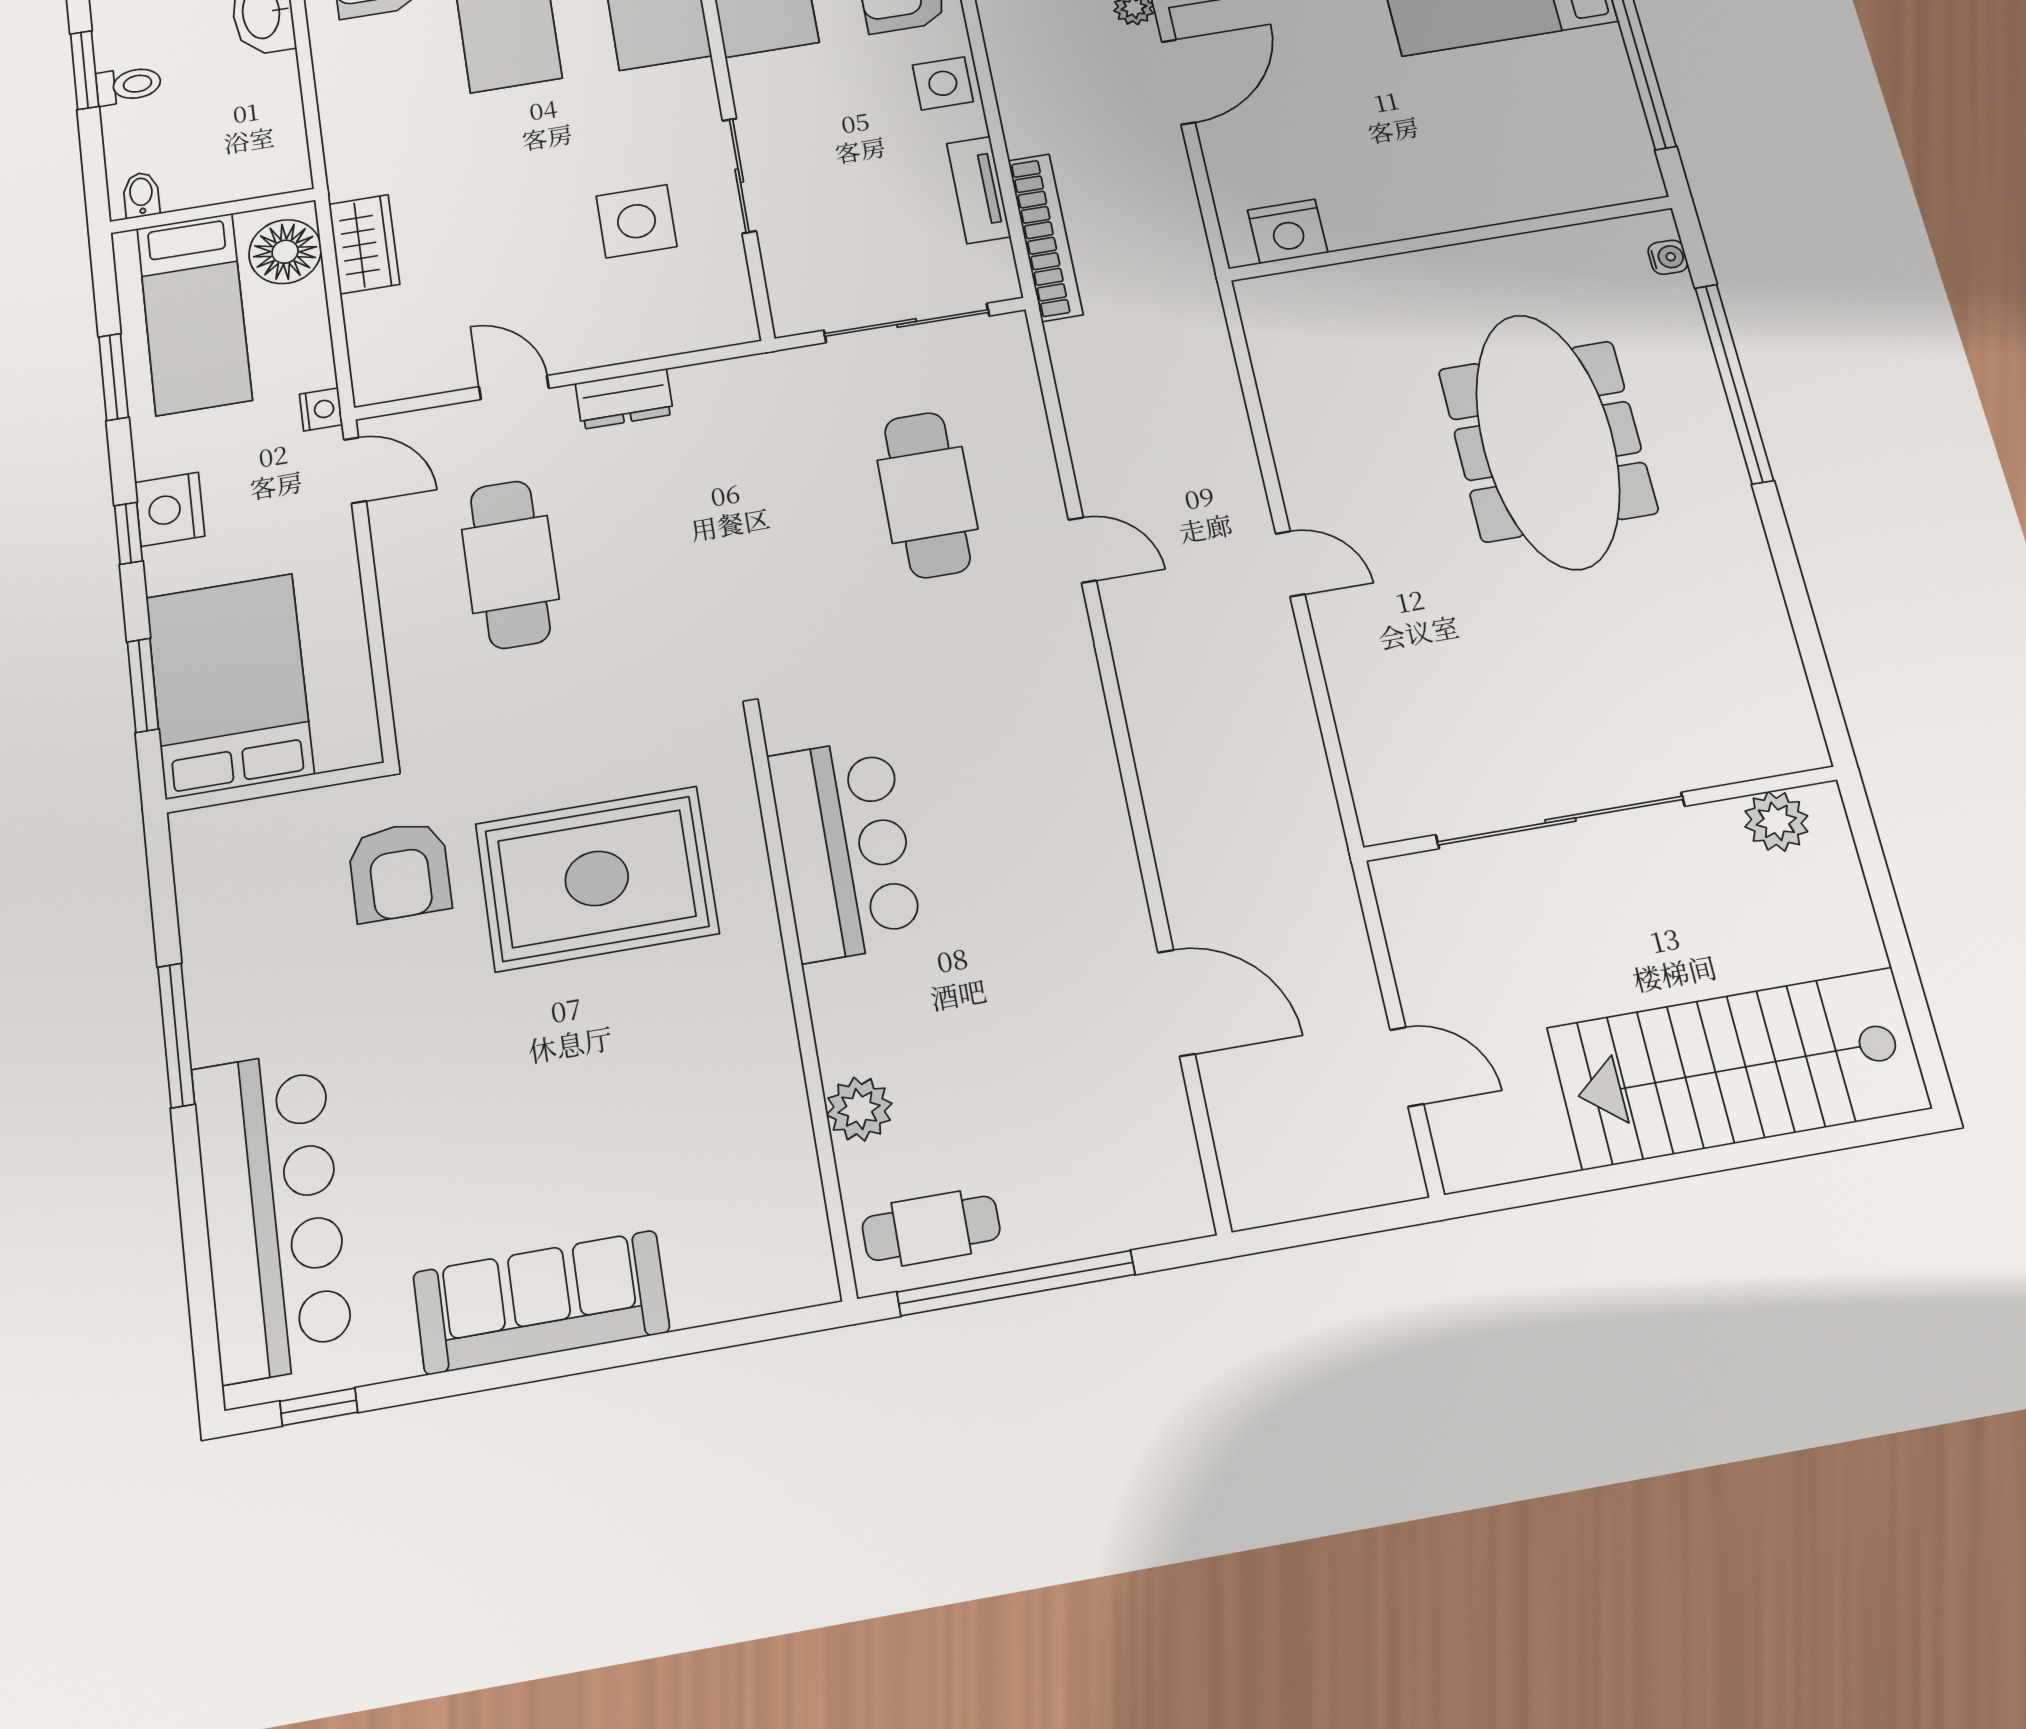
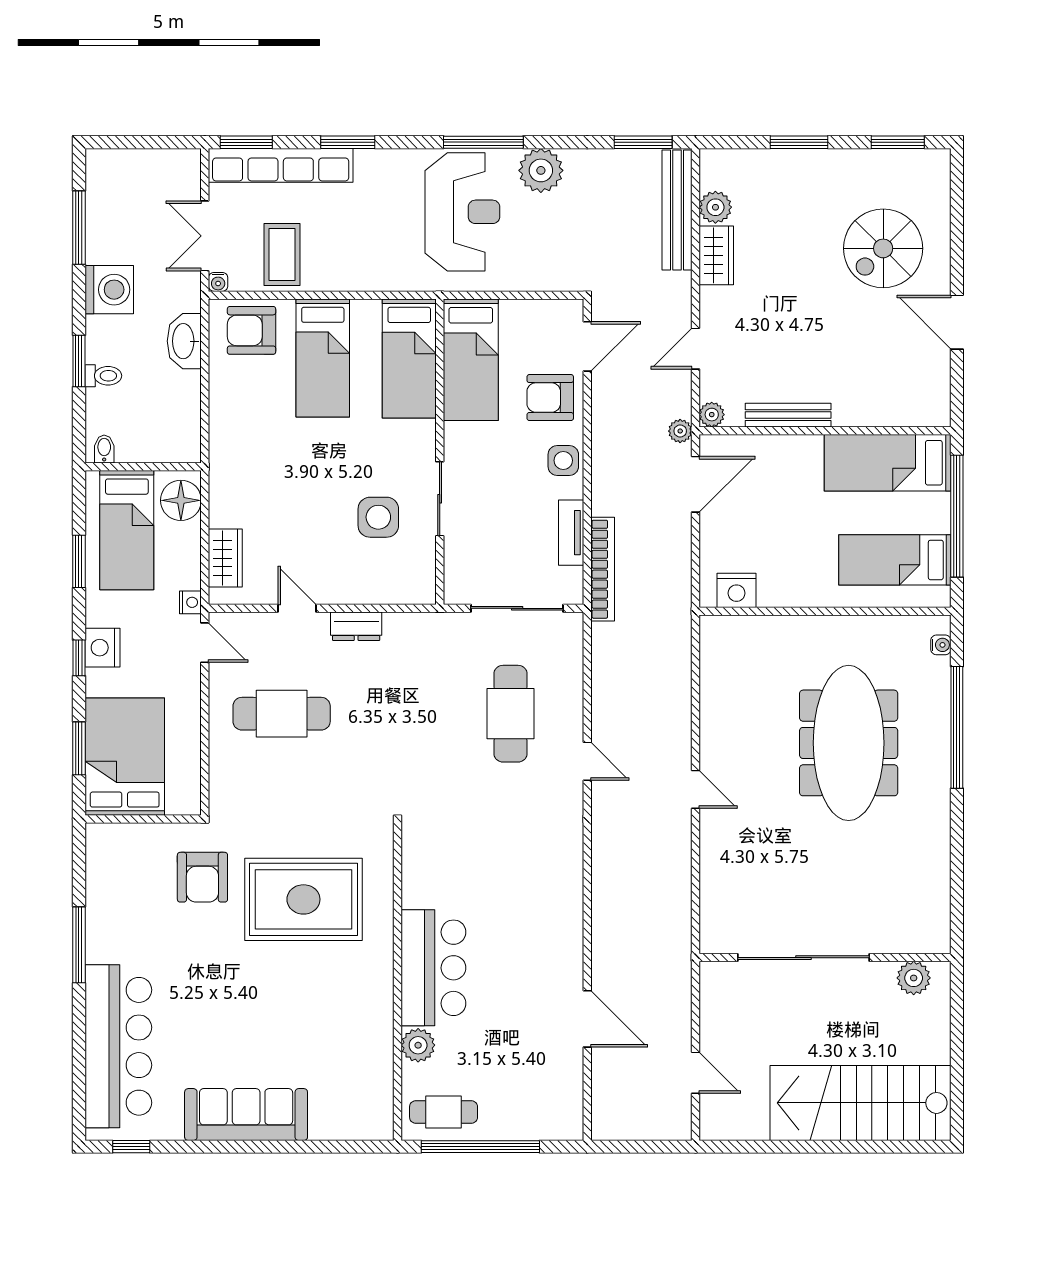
bed: (1551, 140) -> (895, 560), added
wardrobe: (364, 244) -> (225, 558), moved
cafe table: (510, 564) -> (282, 714), turned 90
bar counter: (845, 849) -> (433, 968), moved

